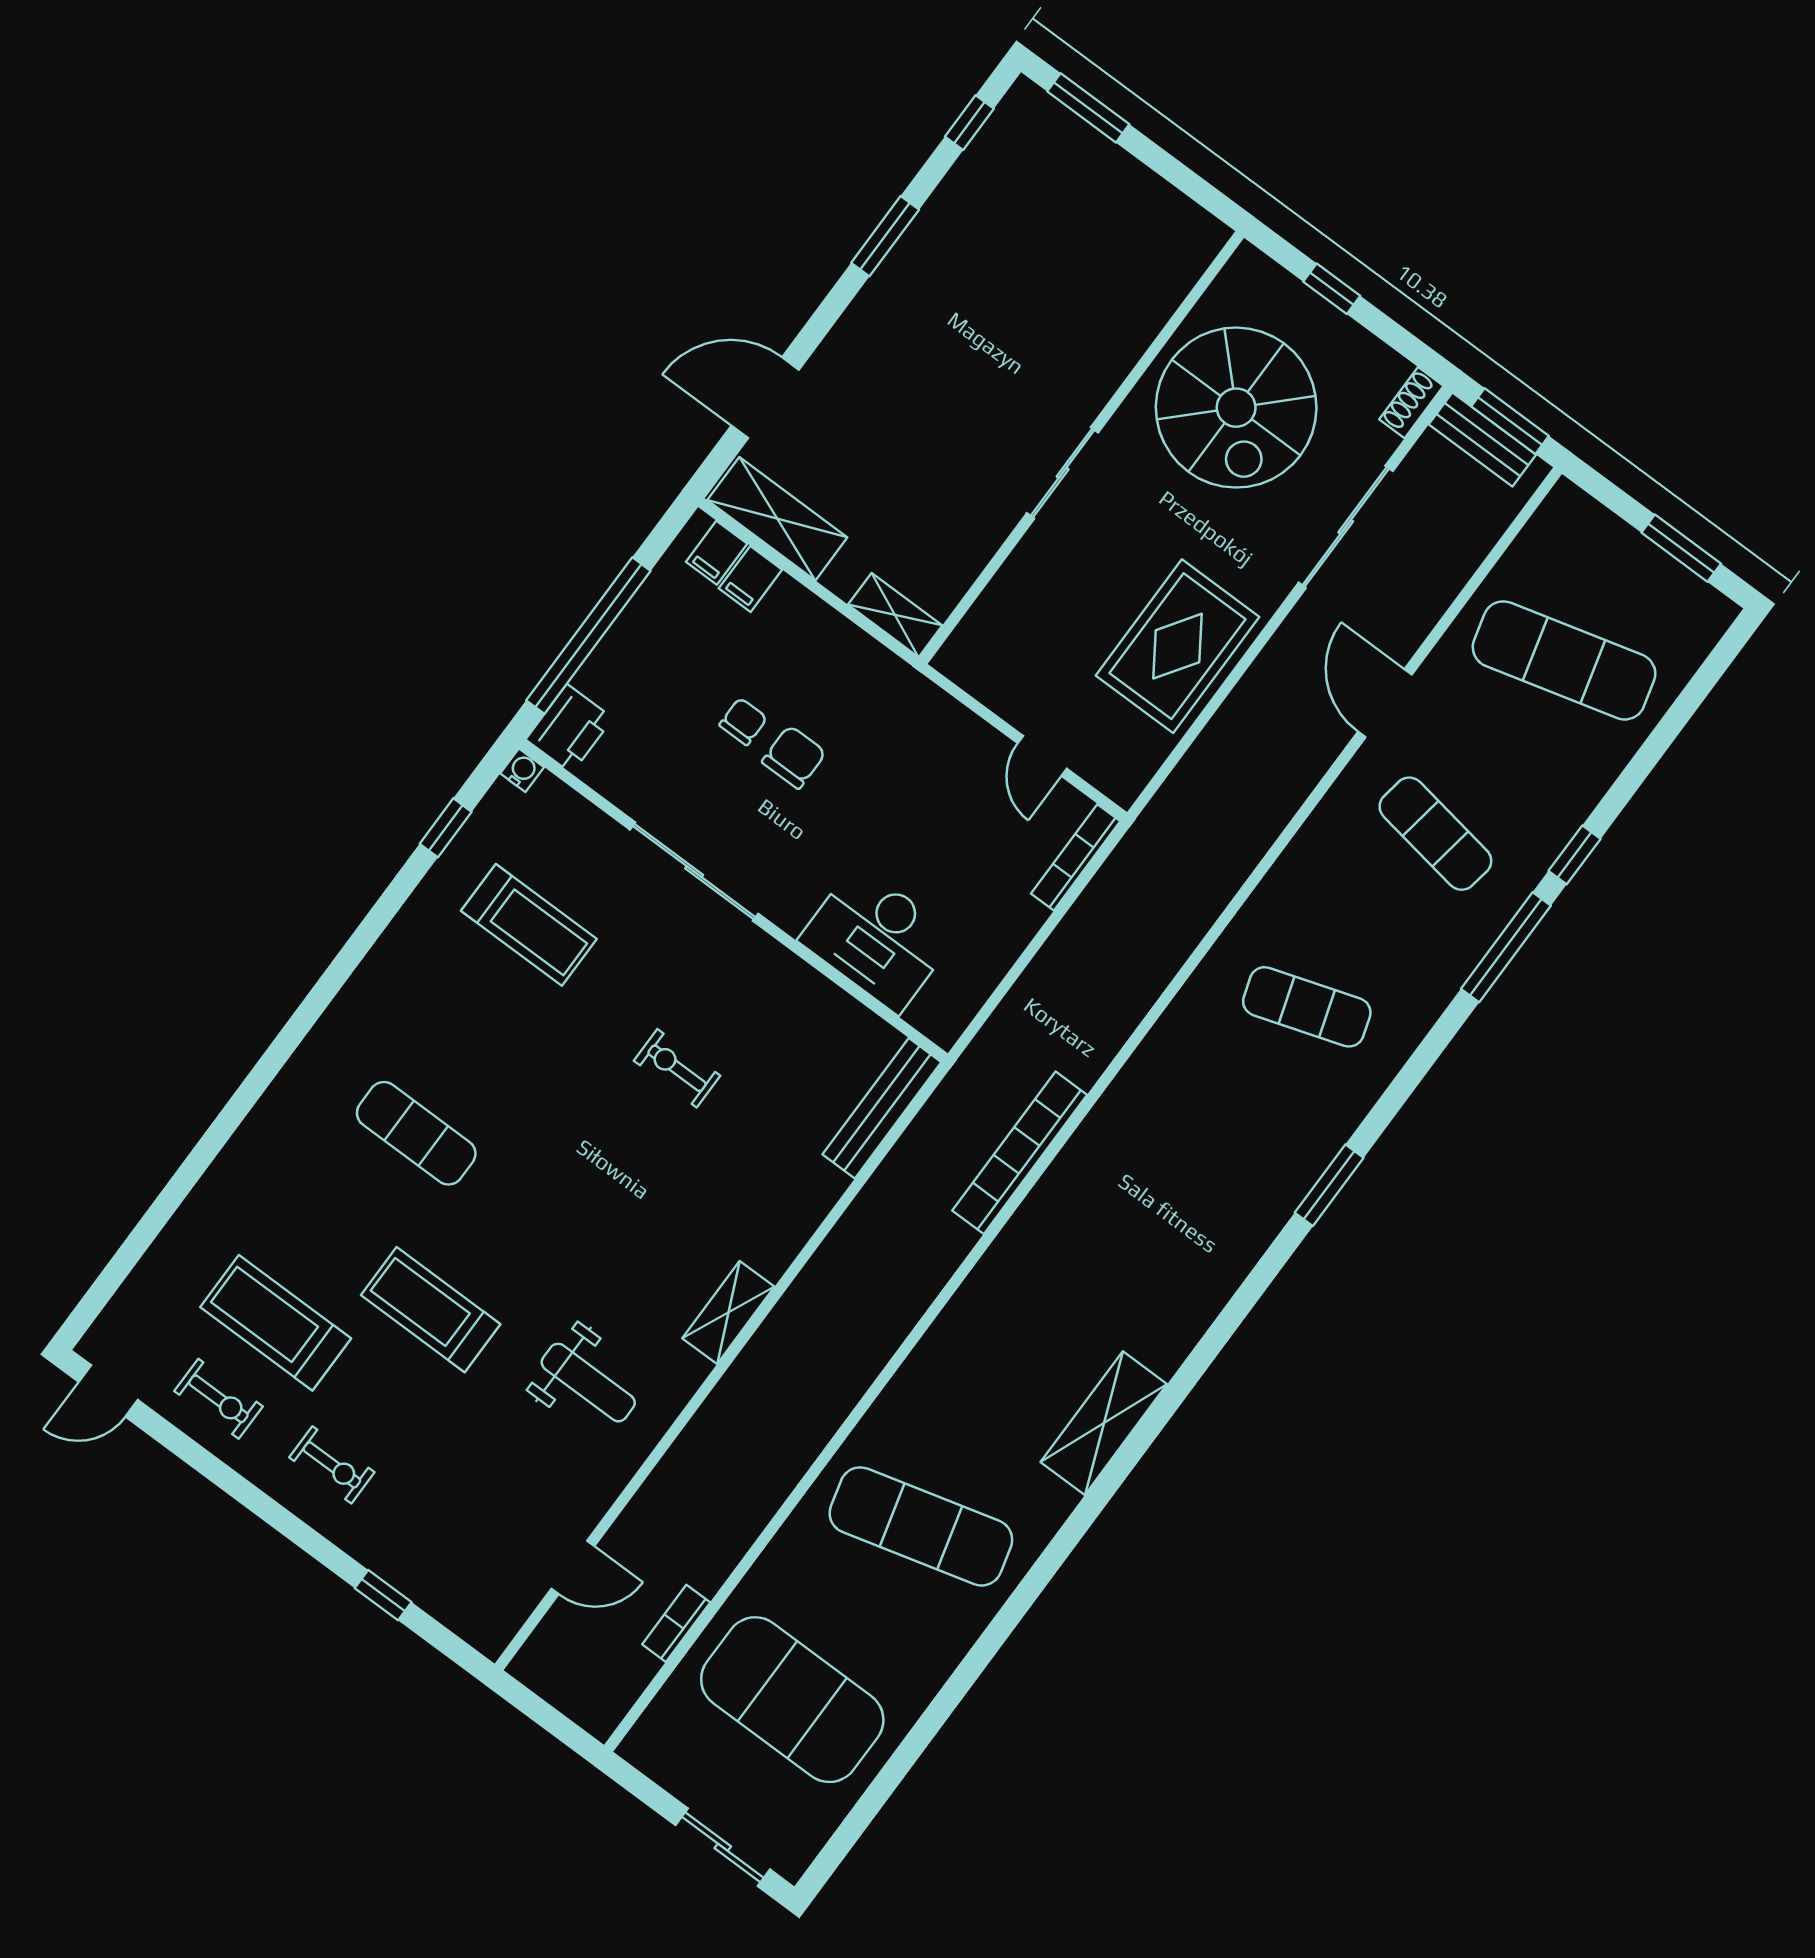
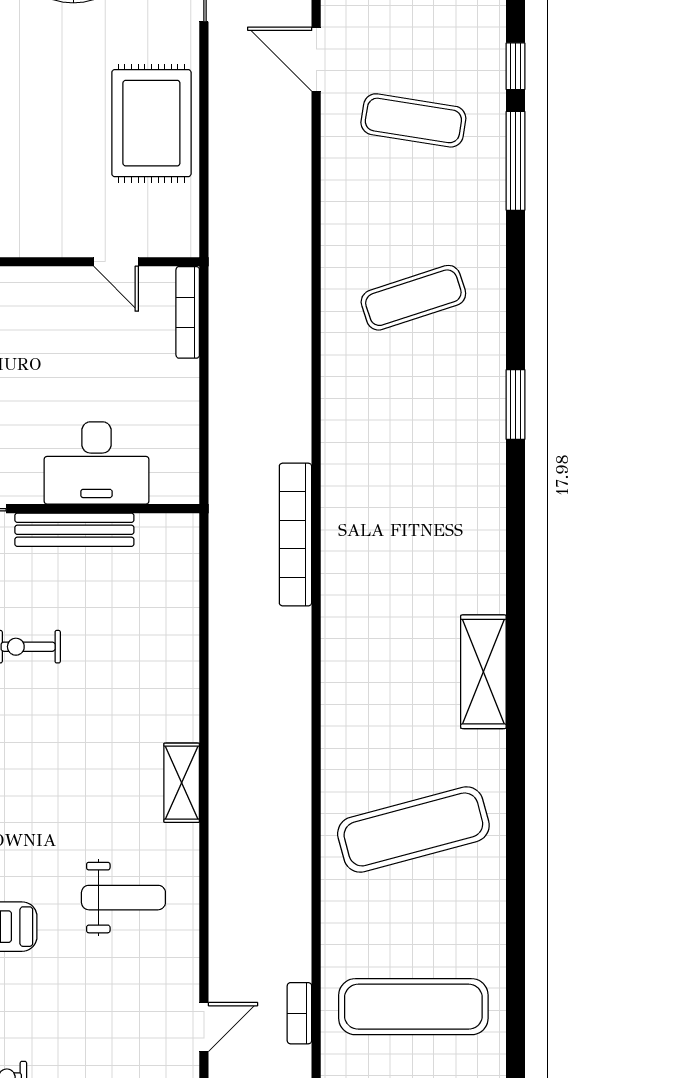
bench: (882, 1108) -> (74, 530), moved, turned 90
exercise mat: (792, 1700) -> (413, 1007), width x0.68

